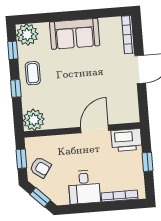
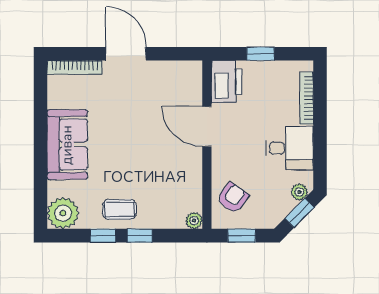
window: (13, 50) -> (103, 236), moved
plant: (34, 120) -> (194, 221), width x0.53, depth x0.53
armchair: (40, 167) -> (233, 198), moved
plant: (55, 196) -> (299, 192), added

